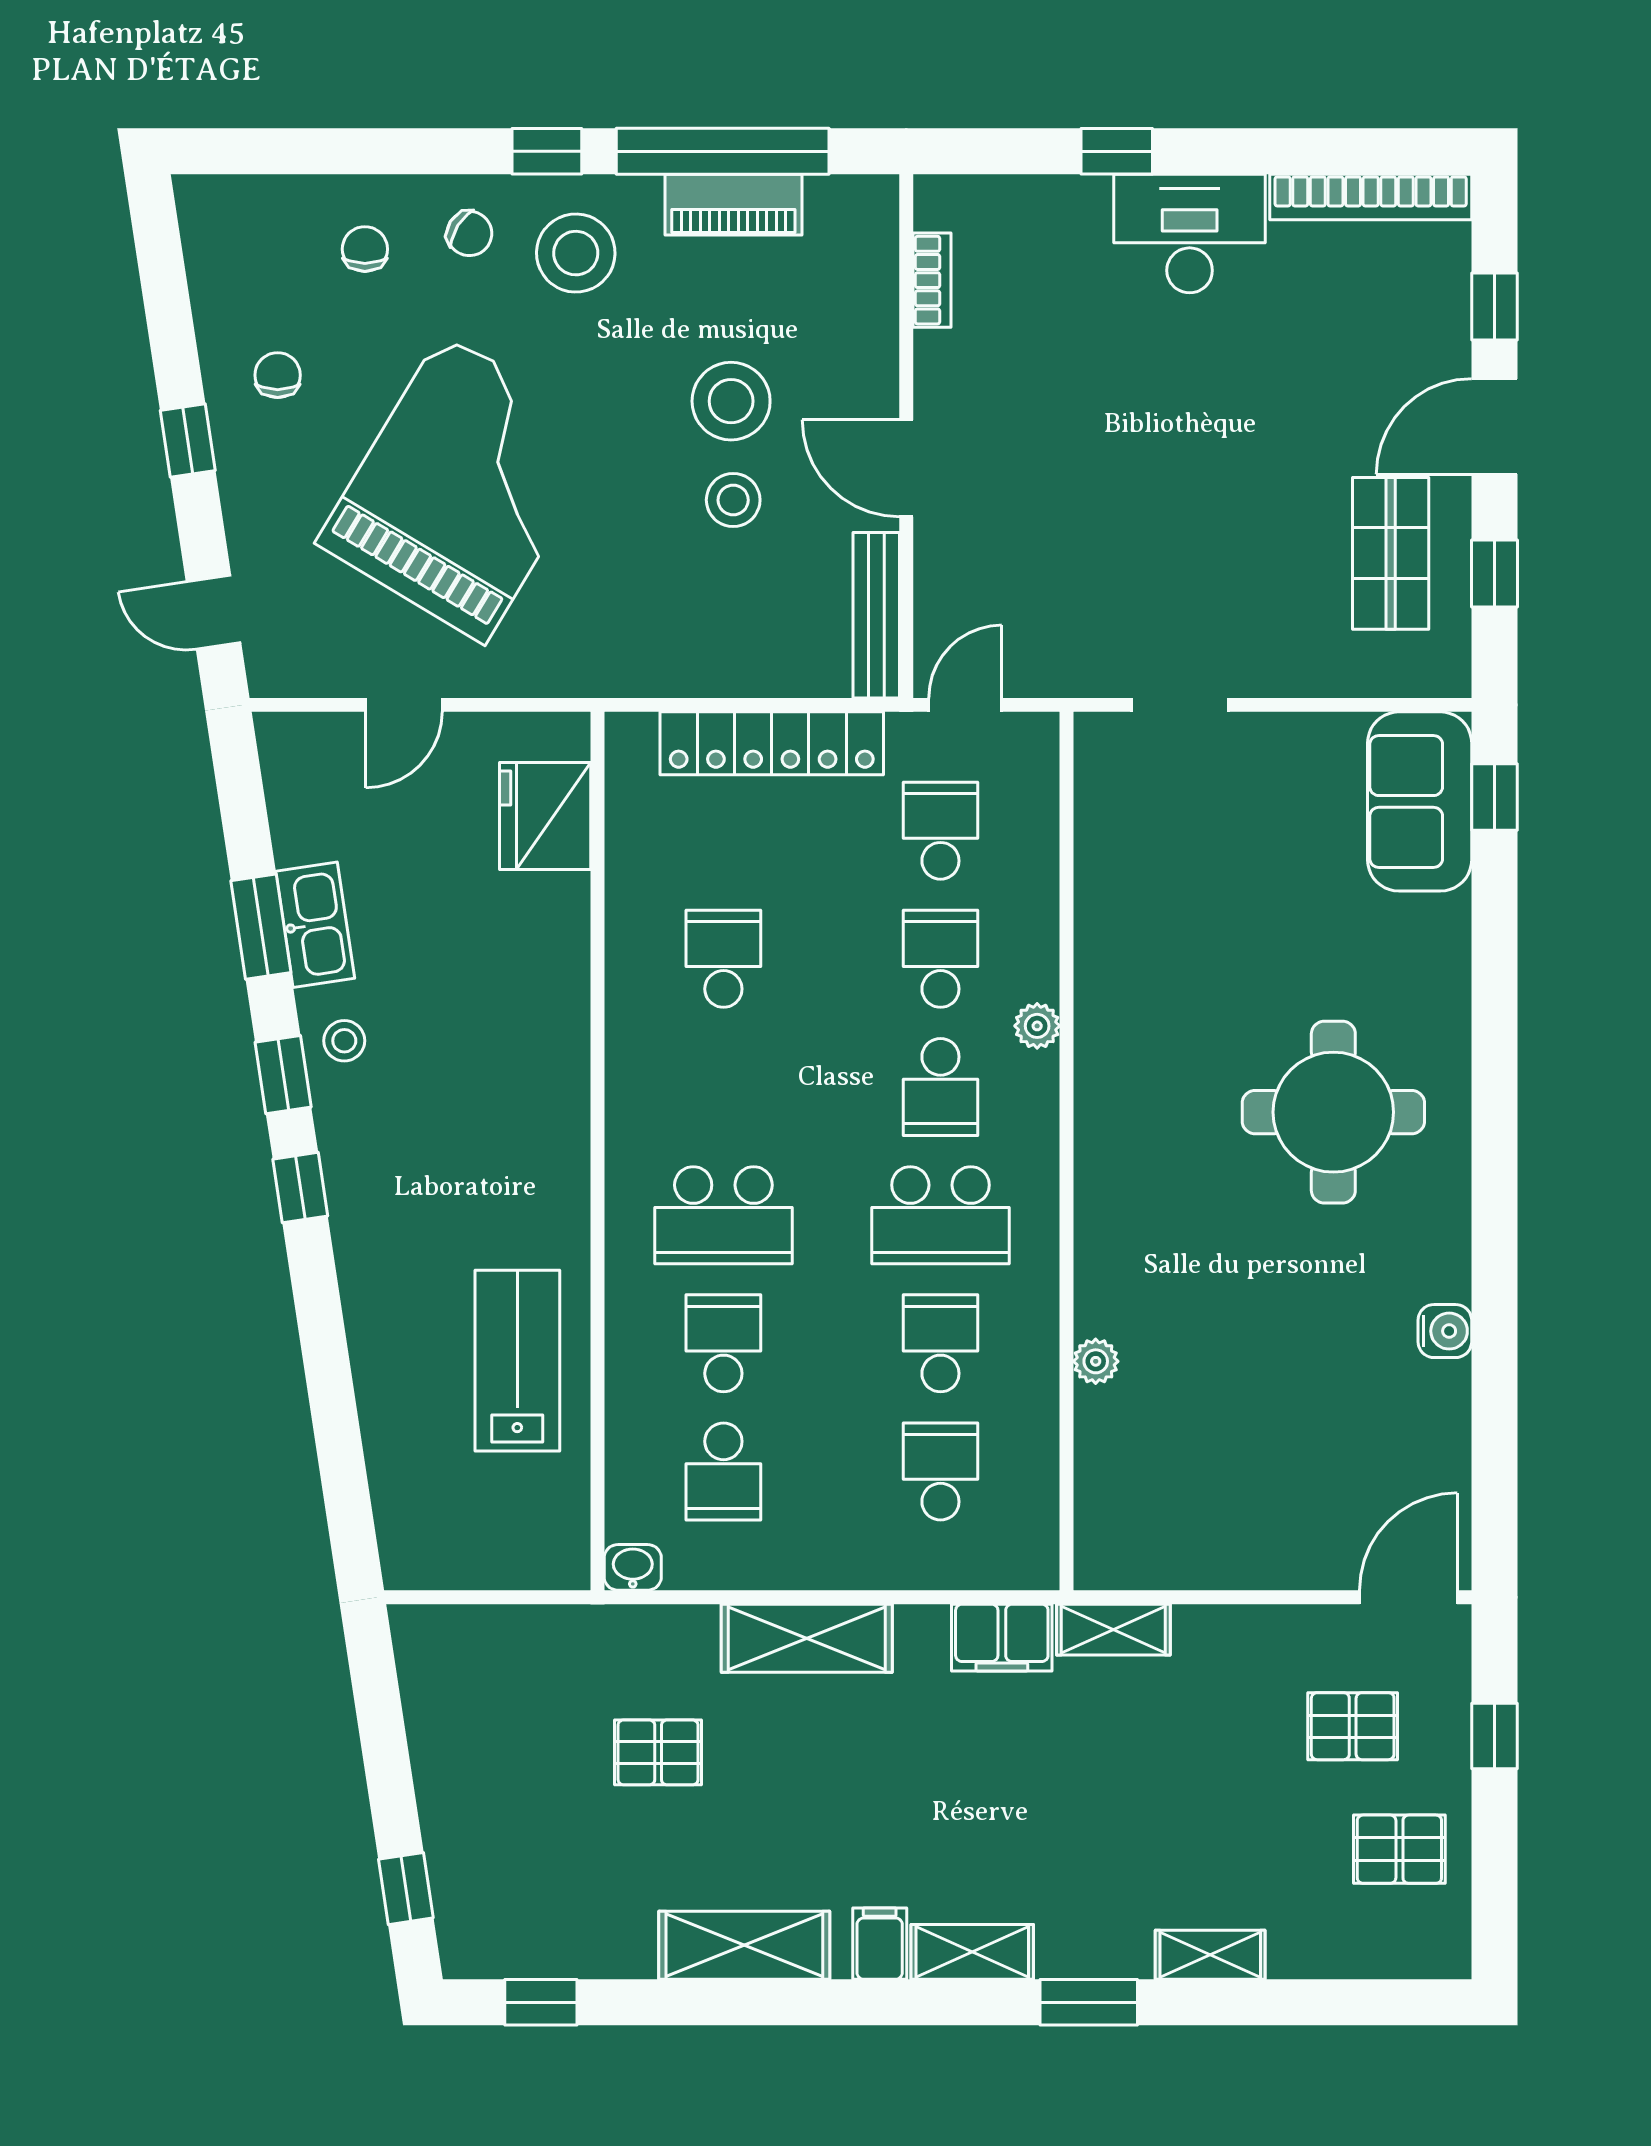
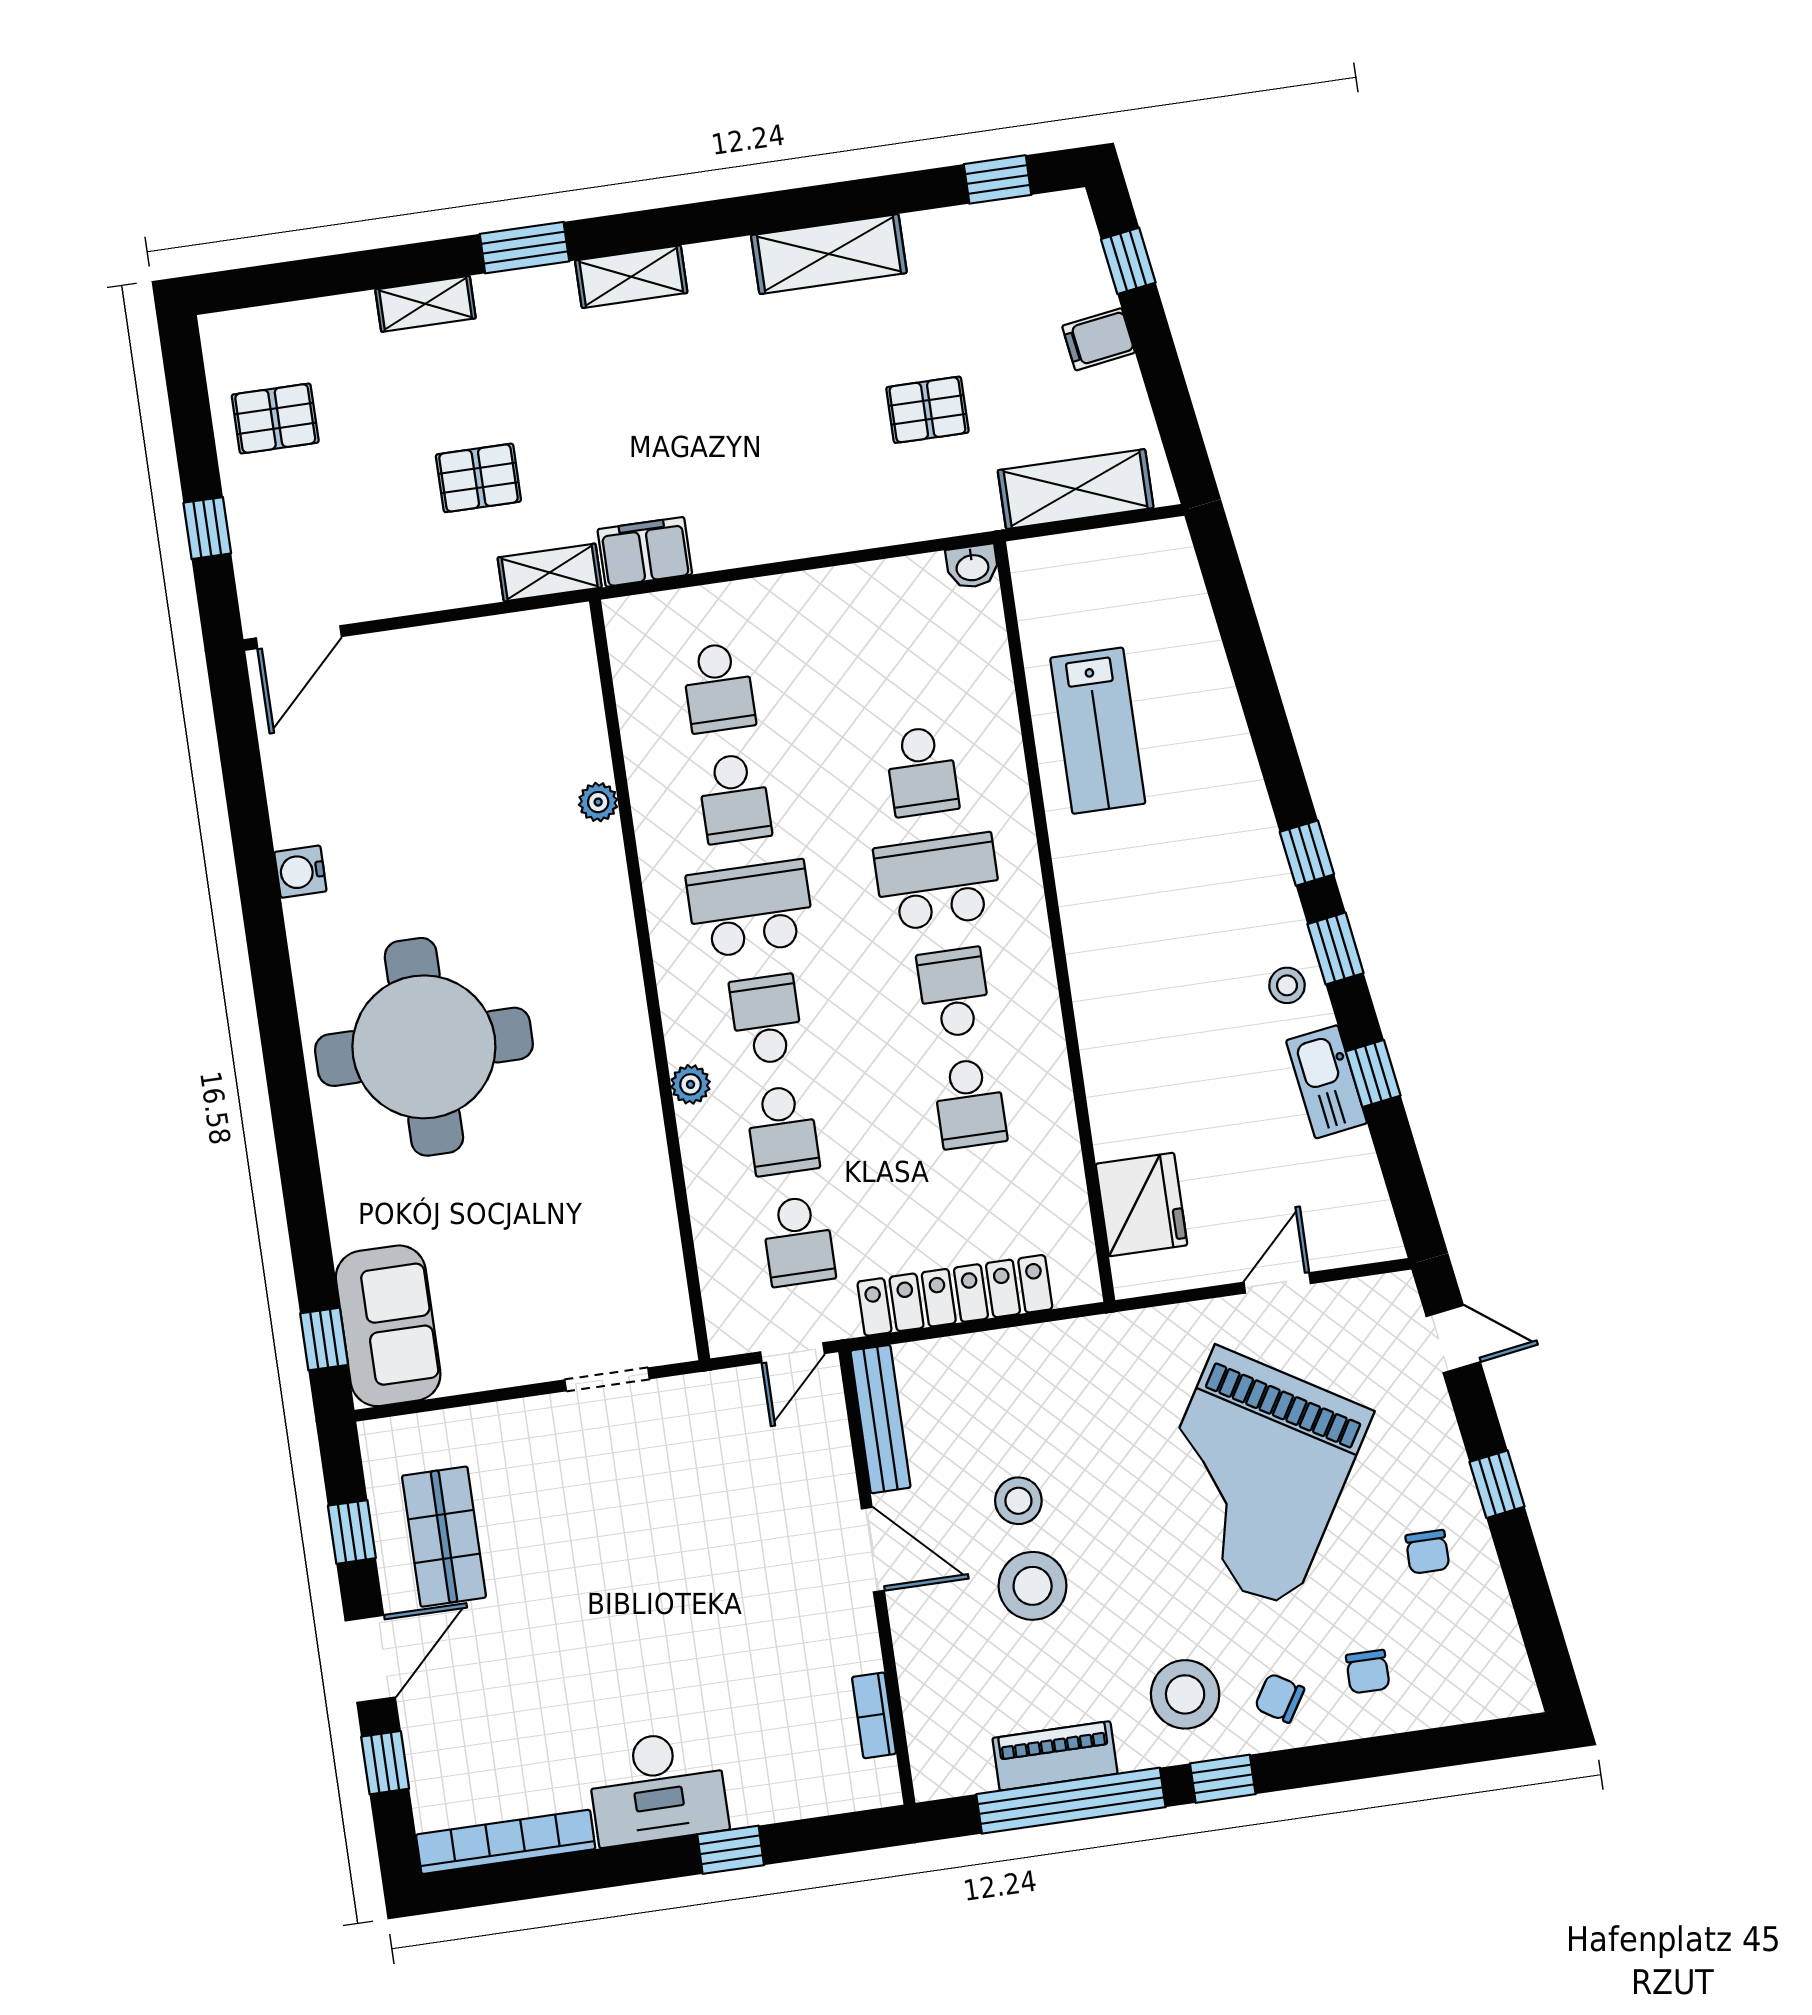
window: (261, 927) -> (1373, 1074), width x0.67
round table: (1333, 1112) -> (424, 1047), width x1.36, depth x1.36
school desk: (723, 1472) -> (954, 993), moved
shelving: (807, 1638) -> (1076, 489), moved
pallet: (1353, 1726) -> (478, 478), moved
filing cabinet: (880, 1944) -> (1098, 339), moved, turned 81

